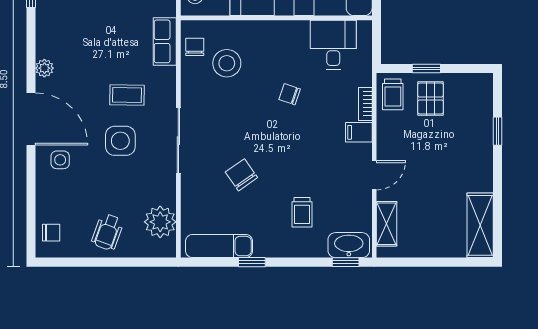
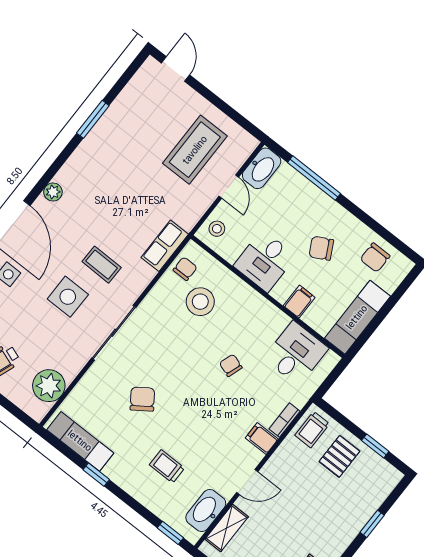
window: (426, 68) -> (375, 446), moved
trolley: (302, 212) -> (167, 466), turned 90
washbasin: (349, 245) -> (206, 510), moved, turned -90

